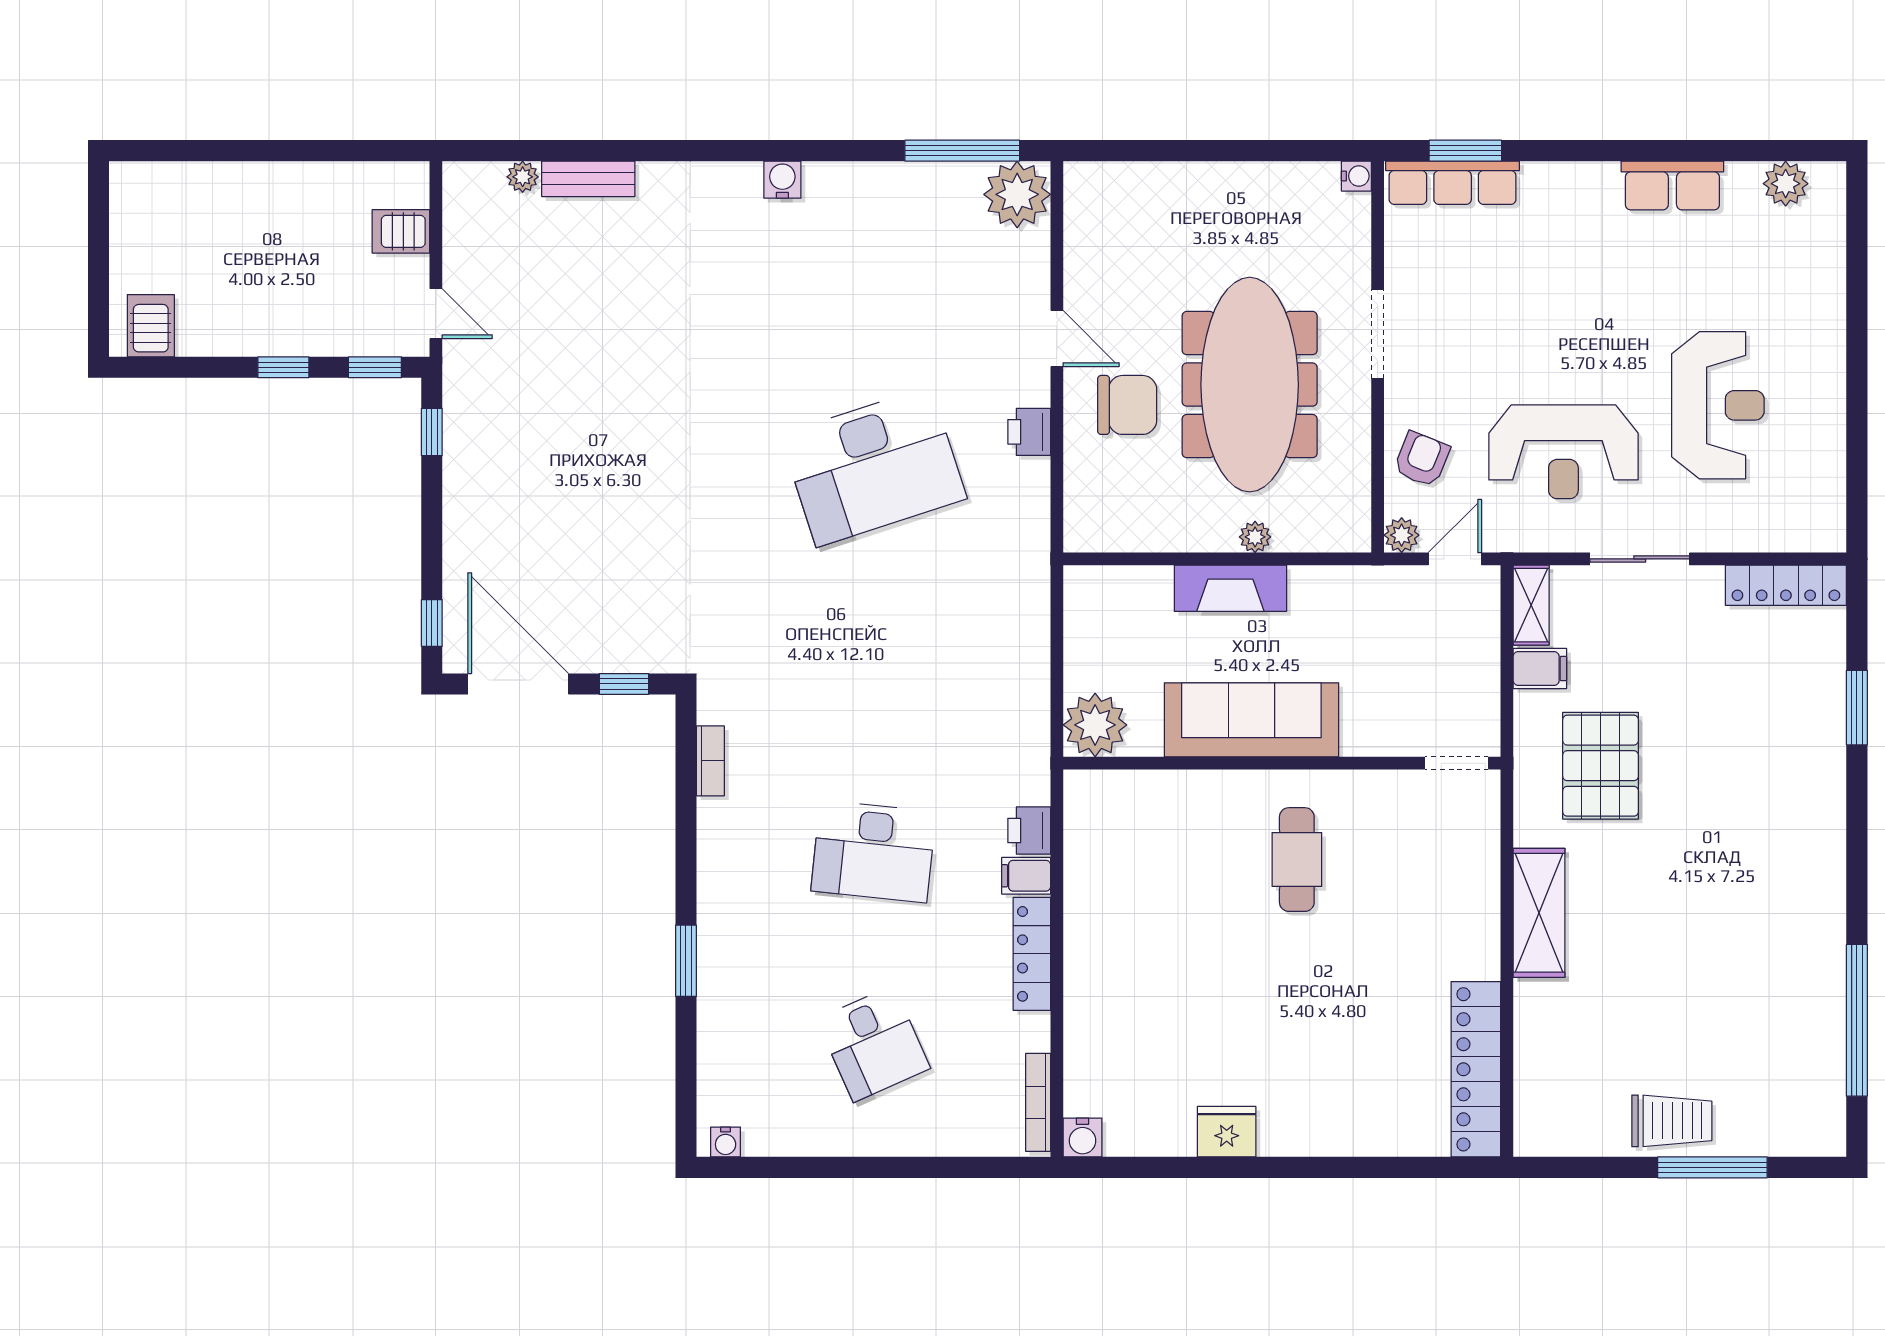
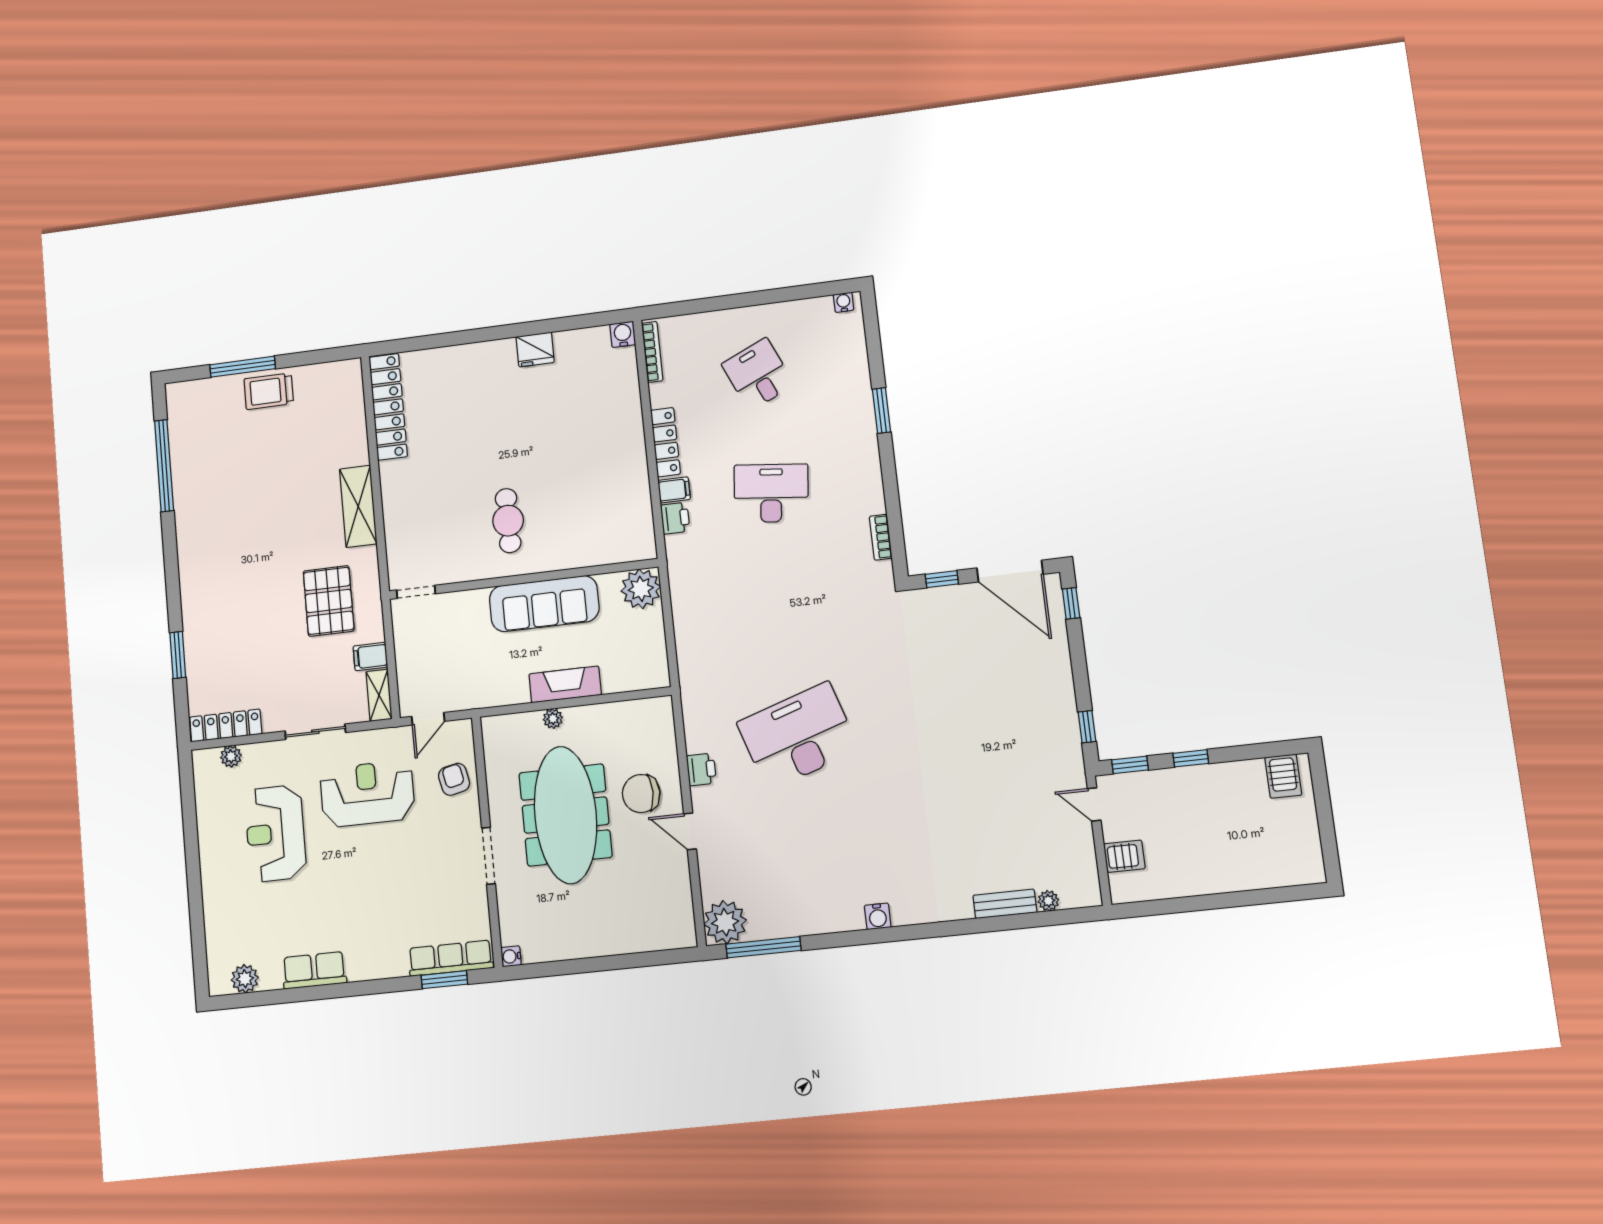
armchair: (1422, 459) -> (454, 779), turned 146
plant: (1402, 535) -> (231, 756), moved

